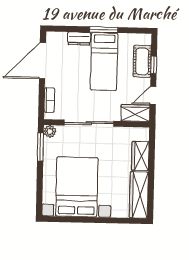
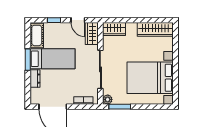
cot: (142, 61) -> (37, 35), moved, turned 90
wardrobe: (140, 156) -> (114, 29), moved

